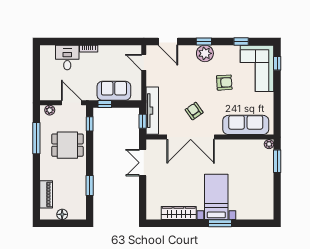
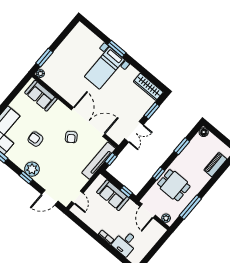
door: (168, 41) -> (50, 198), swing flipped
window: (90, 124) -> (159, 174), moved
sofa: (246, 125) -> (41, 96), width x0.73
window: (143, 195) -> (152, 111), added
wardrobe: (179, 213) -> (148, 87), moved
floor lamp: (62, 214) -> (204, 132), moved

